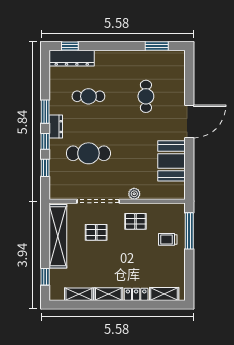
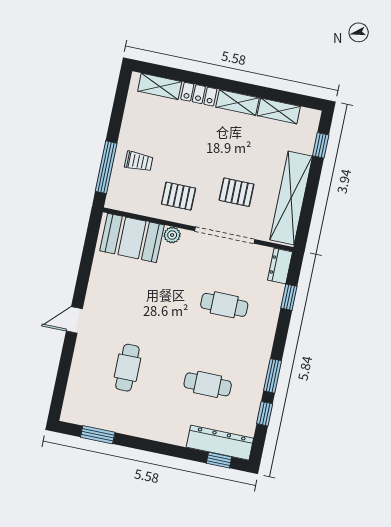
door: (189, 121) -> (74, 320), width x0.53
dresser: (56, 127) -> (280, 266), moved
window: (45, 141) -> (265, 414), moved
cafe table: (88, 153) -> (224, 305), width x0.73, depth x0.74
booth: (172, 161) -> (132, 238), moved, turned 90

